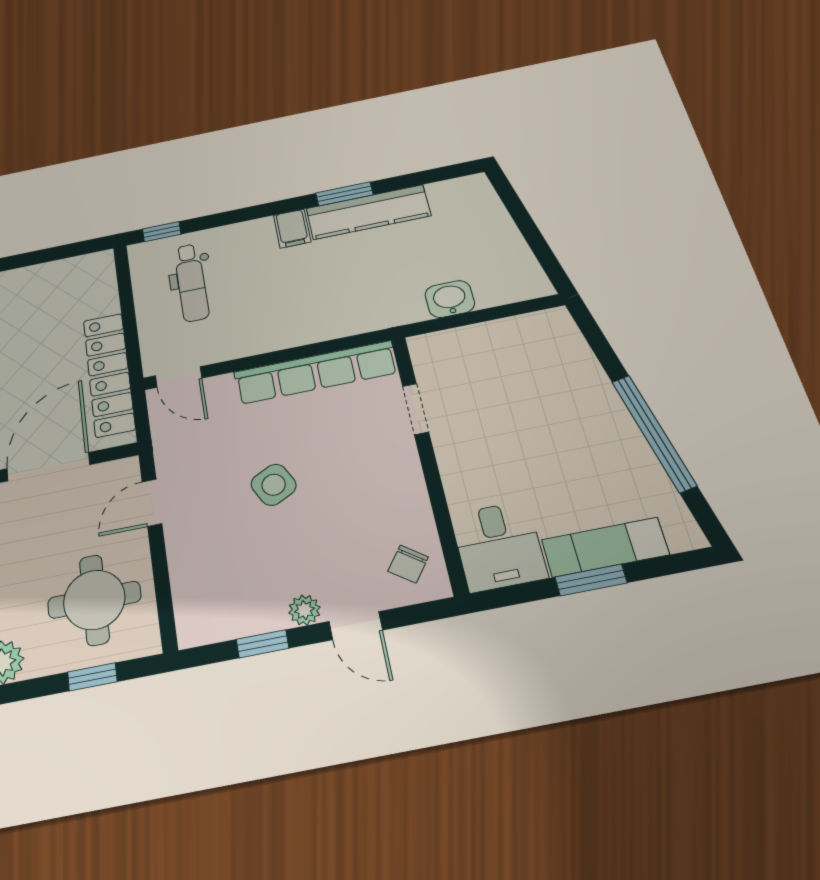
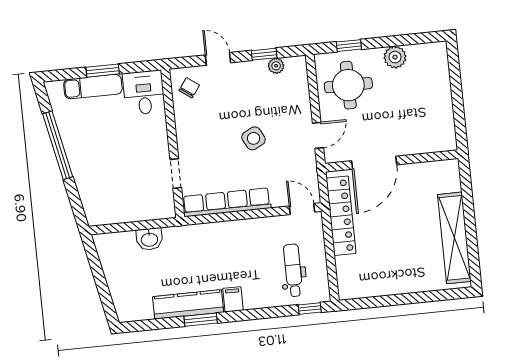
plant: (304, 610) -> (276, 66), moved

